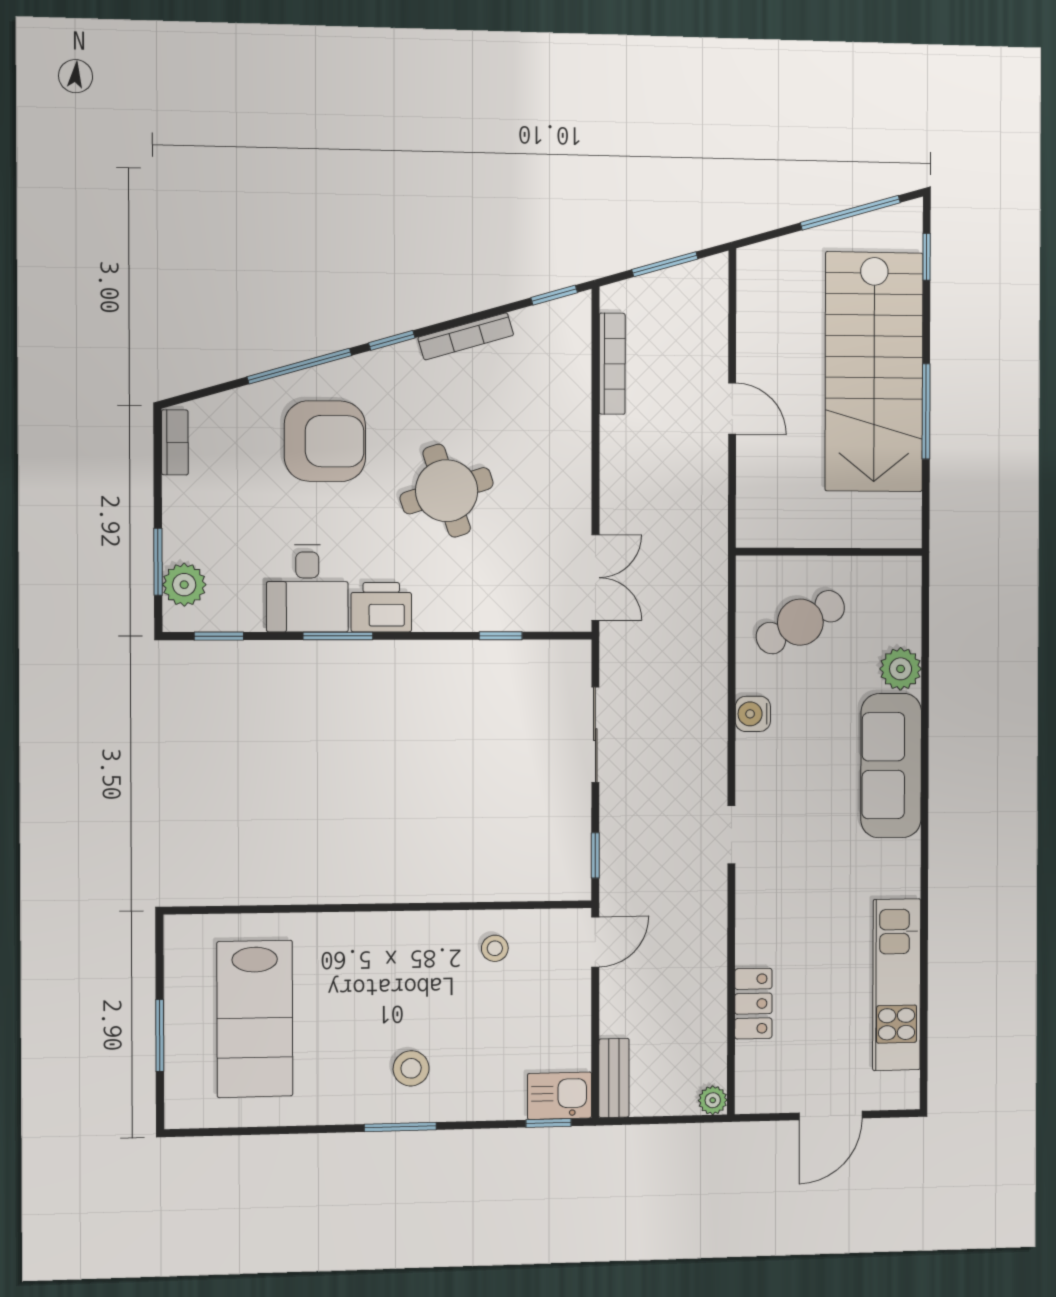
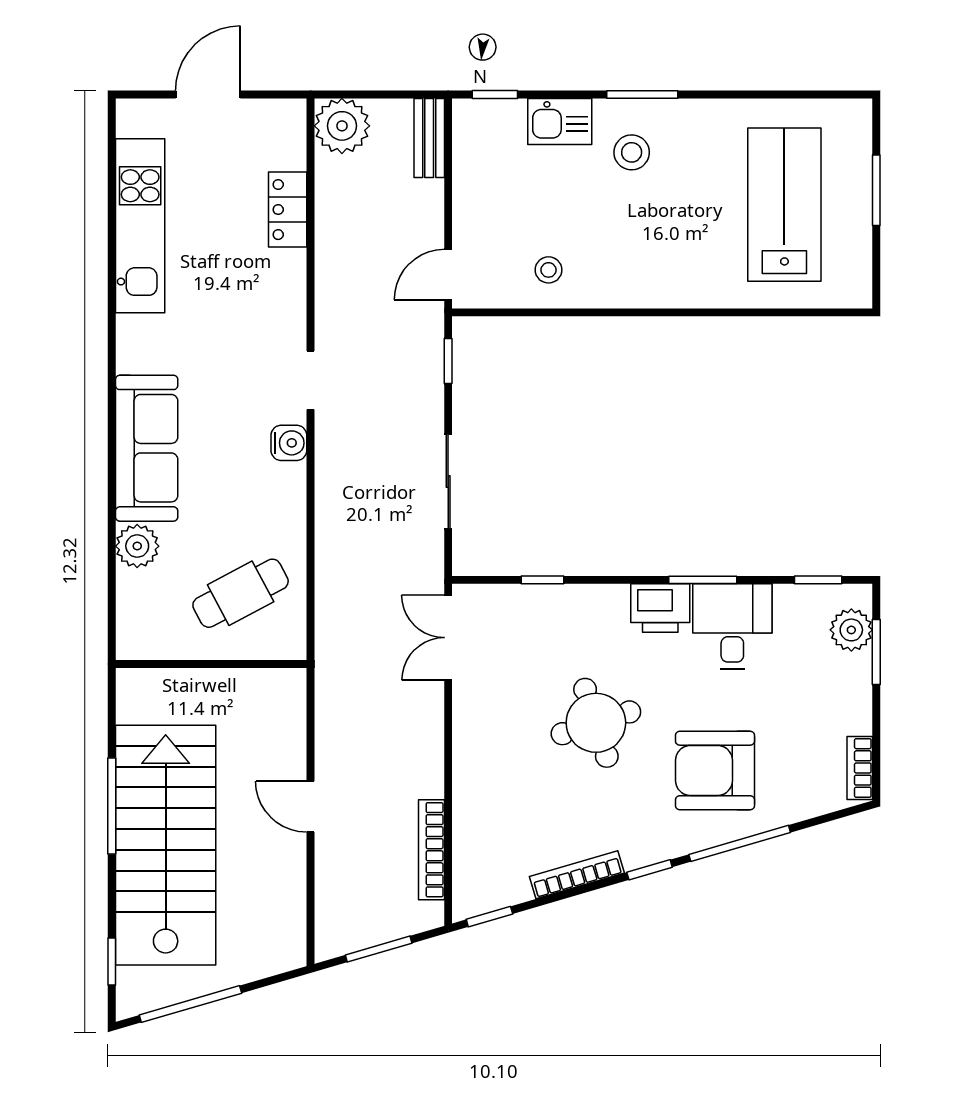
water cooler: (753, 714) -> (289, 443), moved
kitchen sink: (560, 1096) -> (560, 121), moved
plant: (713, 1100) -> (342, 126), width x1.88, depth x1.88

